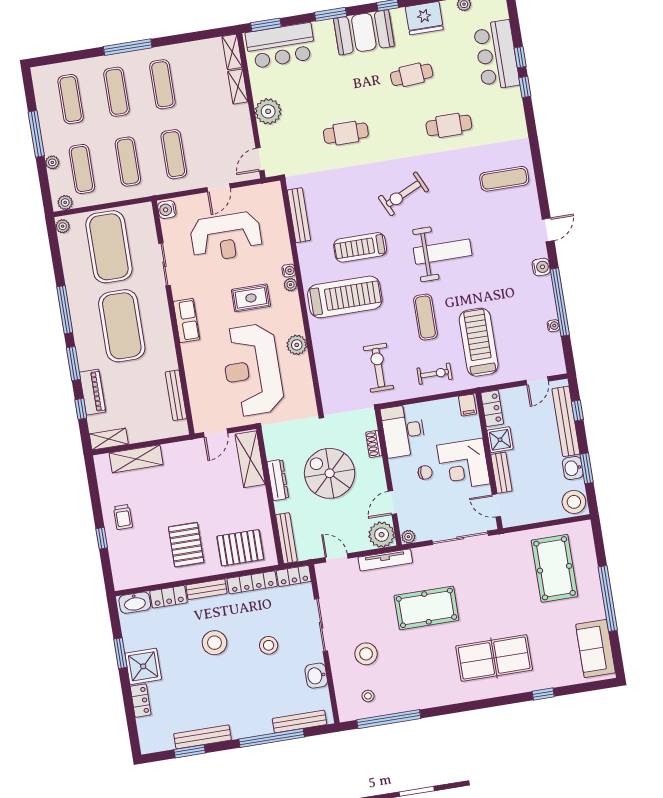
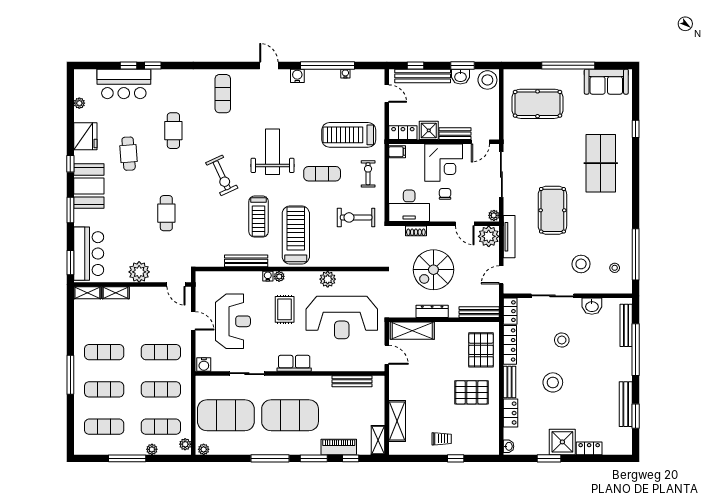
bench: (299, 215) -> (246, 261), moved
washbasin: (135, 603) -> (509, 446), width x0.52, depth x0.69

